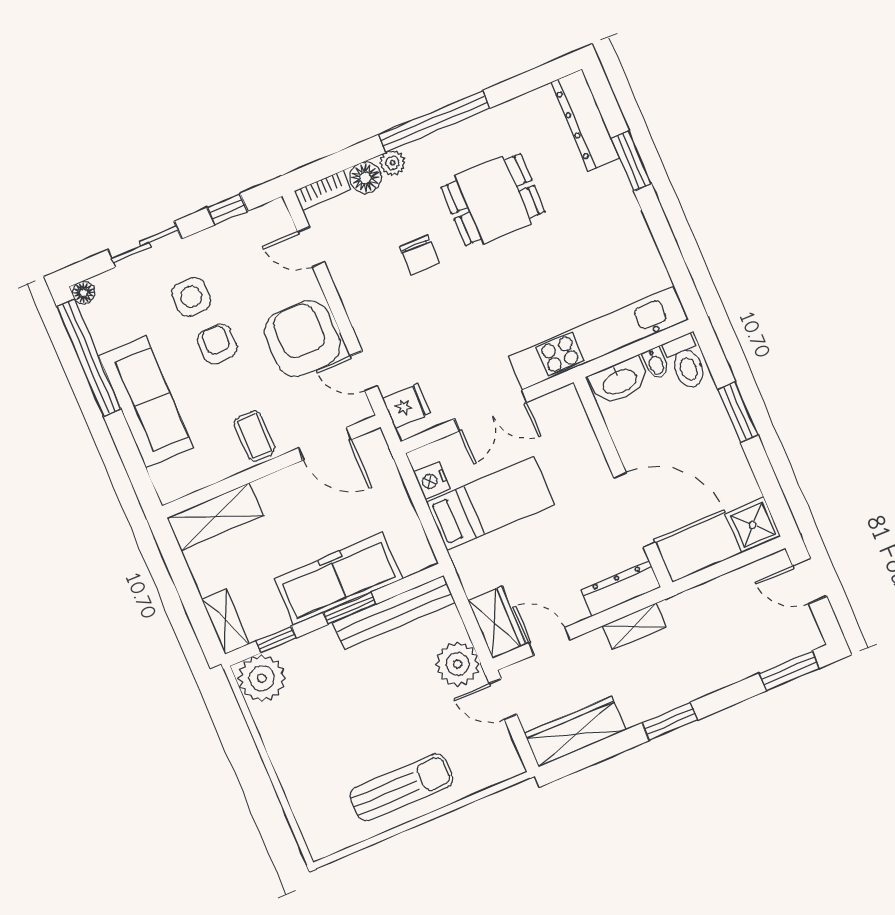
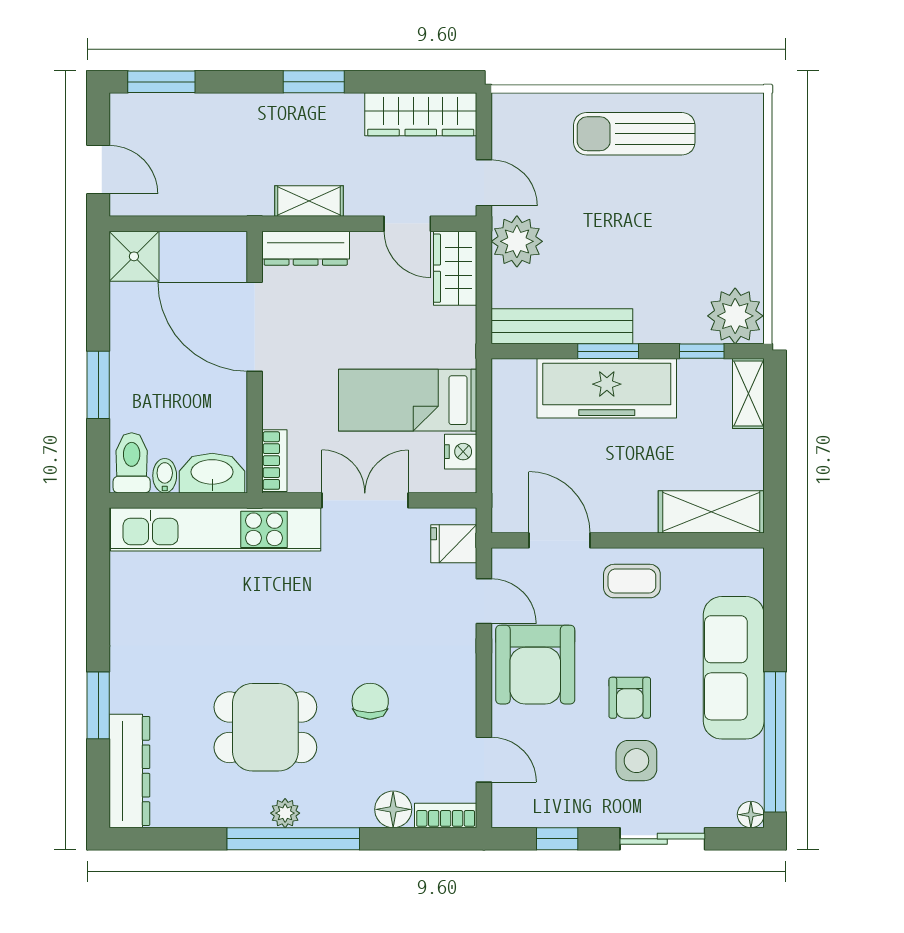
plant: (393, 163) -> (285, 813), moved
bookcase: (575, 411) -> (274, 461), added
coffee table: (254, 436) -> (632, 581), turned 90

